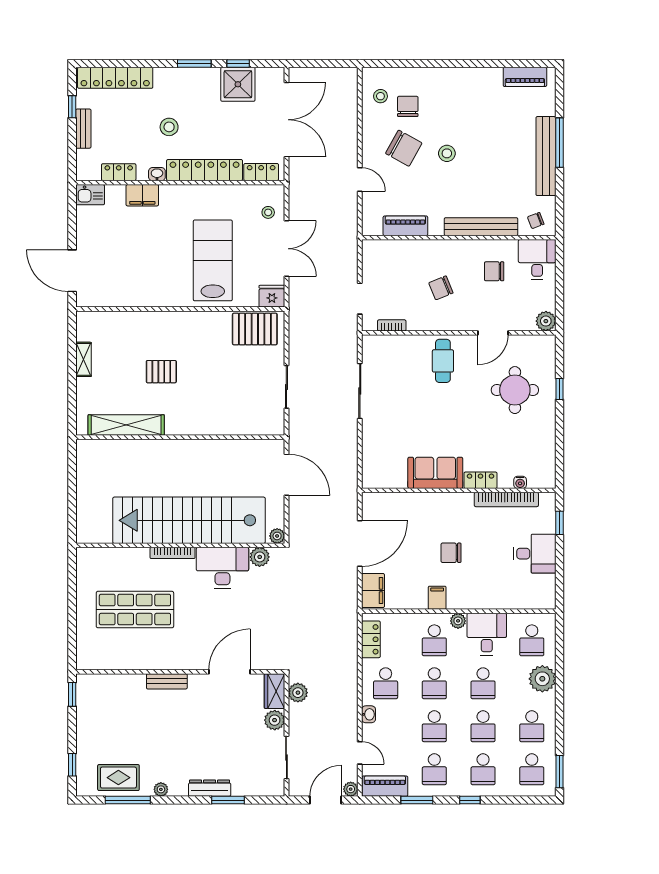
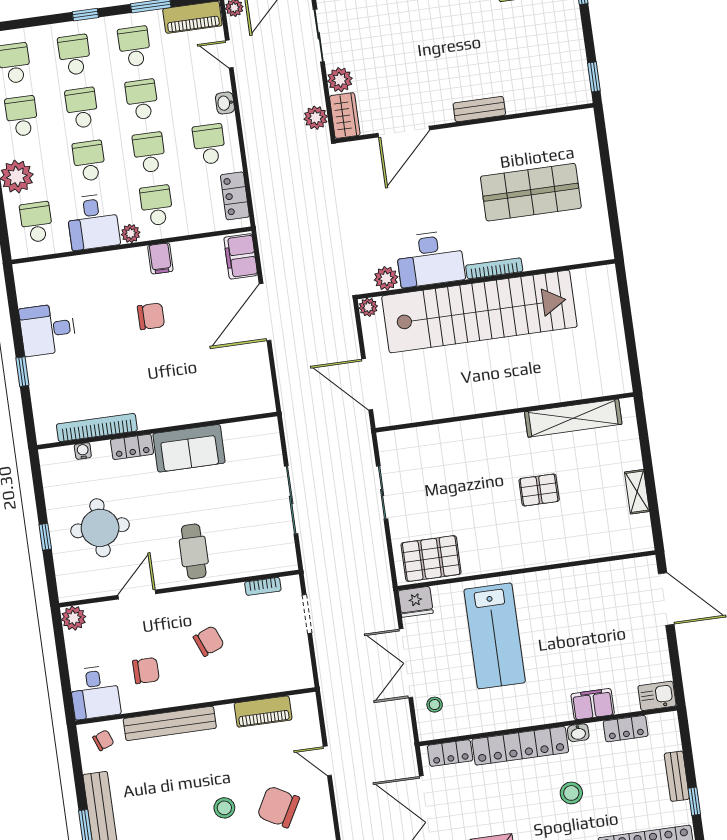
sofa: (435, 473) -> (189, 448), moved
locker: (480, 480) -> (132, 447), moved
water cooler: (520, 482) -> (83, 451), moved
wall: (459, 490) -> (157, 431), moved
bookcase: (506, 500) -> (97, 427), moved

